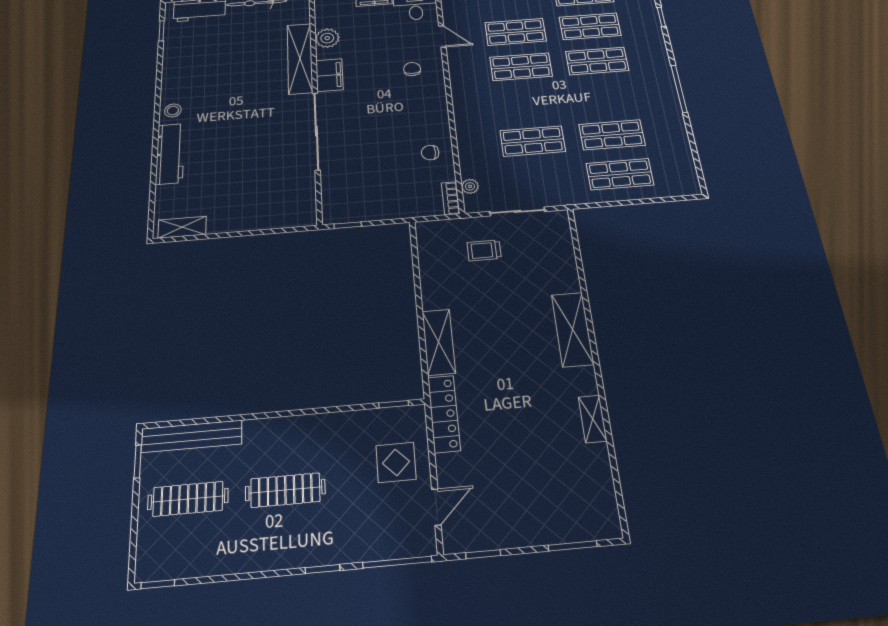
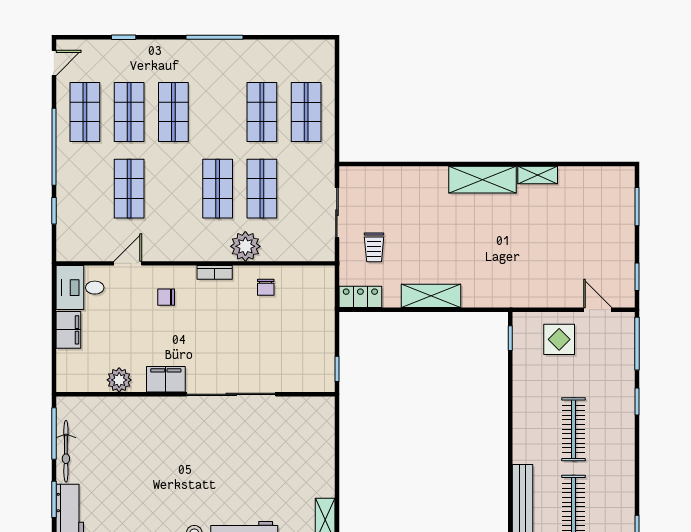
shelving: (300, 59) -> (142, 408), removed
shop shelf: (521, 67) -> (218, 189), moved
plant: (470, 186) -> (245, 246), moved, width x1.87, depth x1.87
bookcase: (451, 198) -> (215, 272), moved
shelving: (572, 329) -> (483, 180), moved
shelving: (439, 342) -> (431, 296), moved
locker: (444, 414) -> (360, 297), moved, width x0.66

